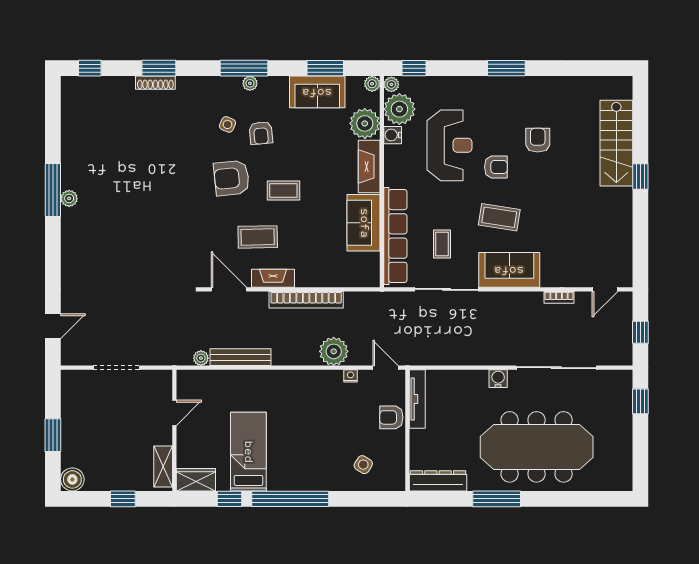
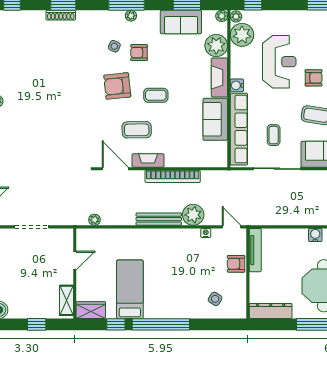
armchair: (261, 133) -> (139, 53), turned 95
water cooler: (393, 135) -> (237, 85), moved
bench: (241, 357) -> (159, 219), moved

